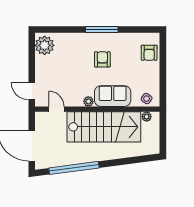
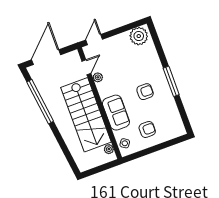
armchair: (149, 53) -> (147, 129), moved, turned 180
plant: (88, 101) -> (98, 77), moved

